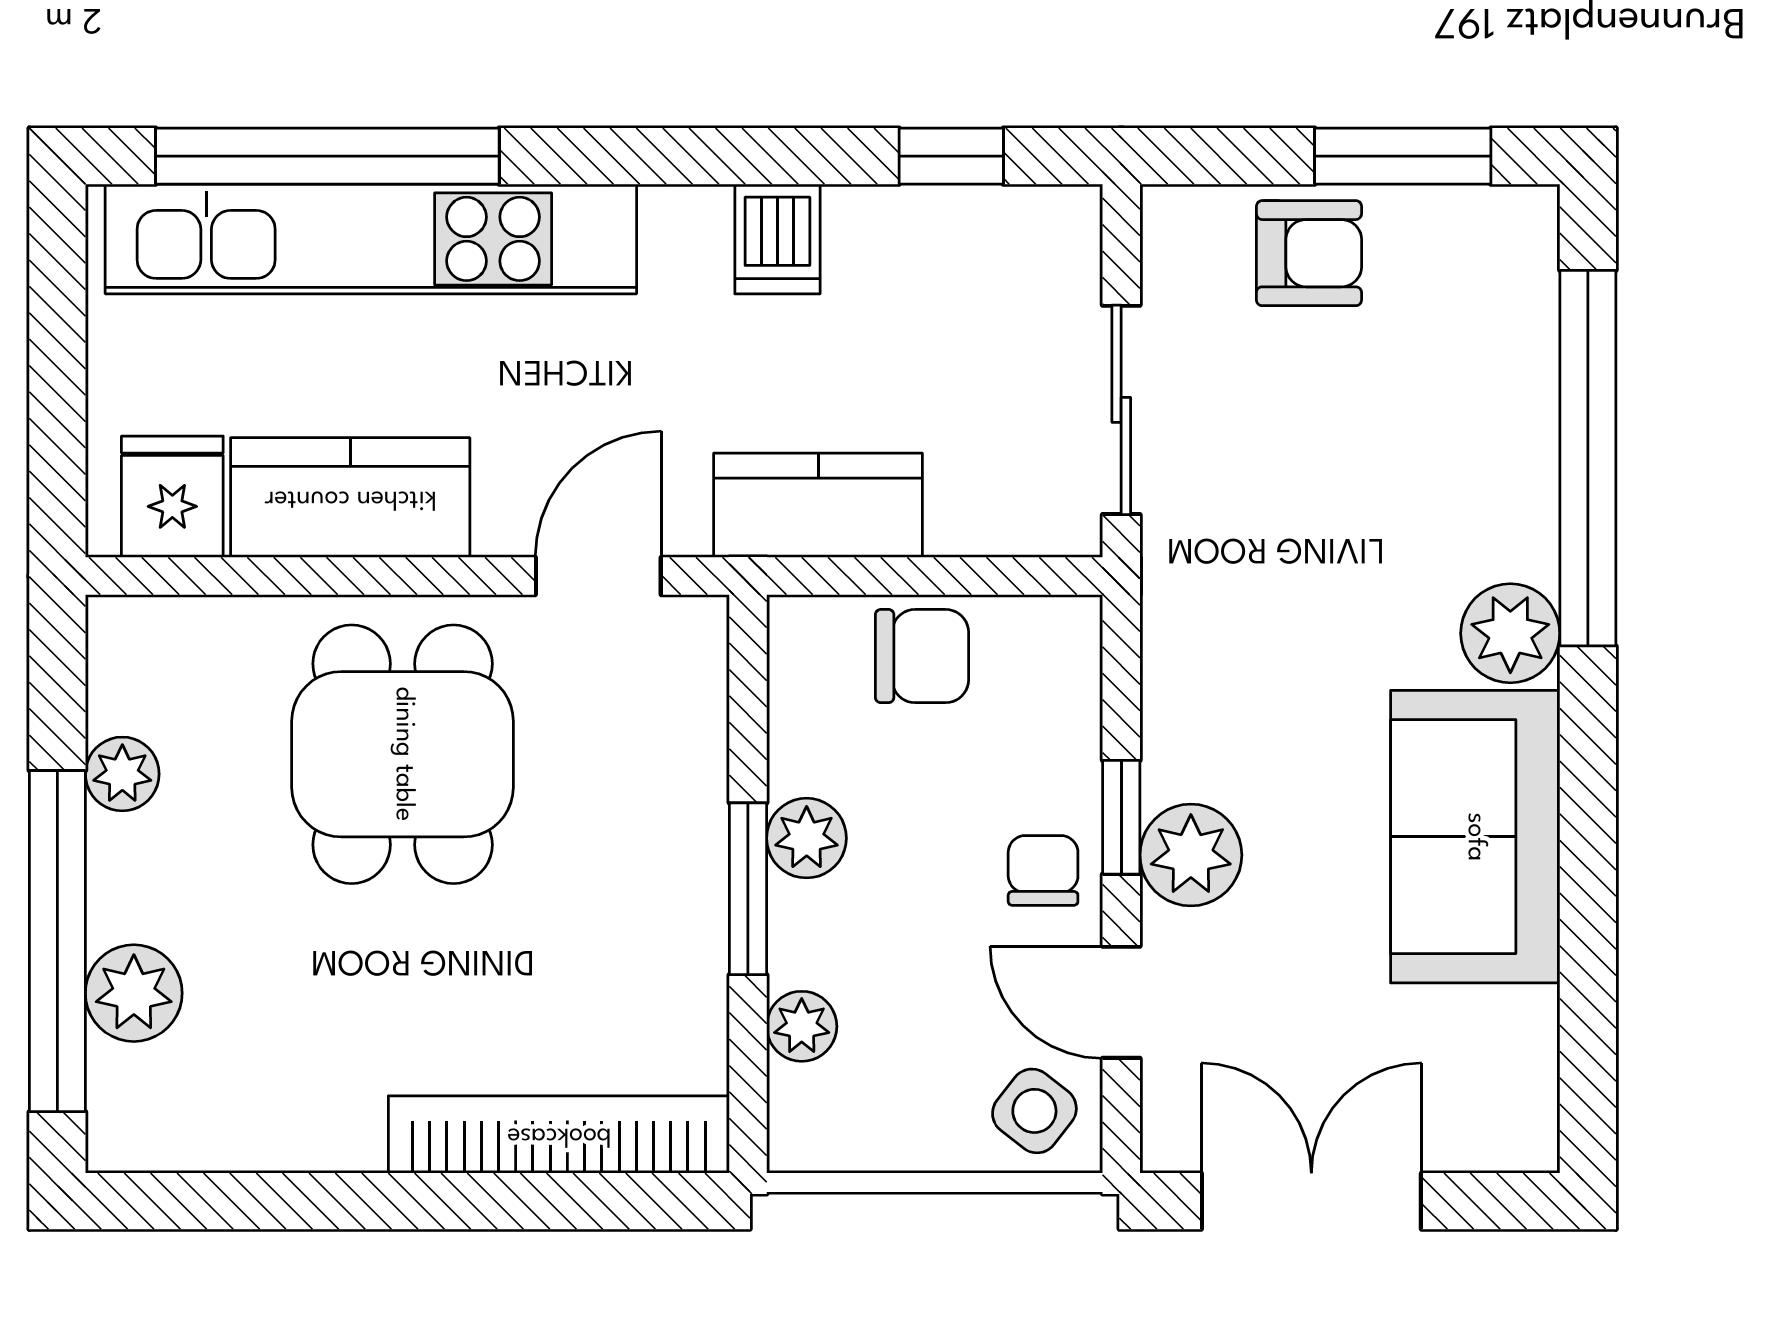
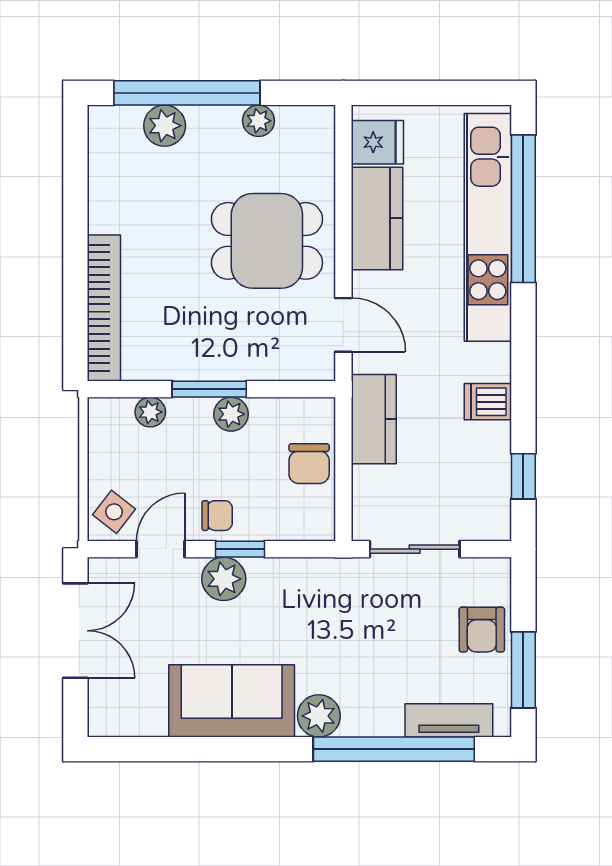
tv unit: (1521, 330) -> (449, 720), added

